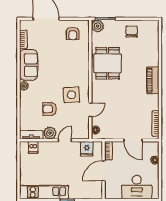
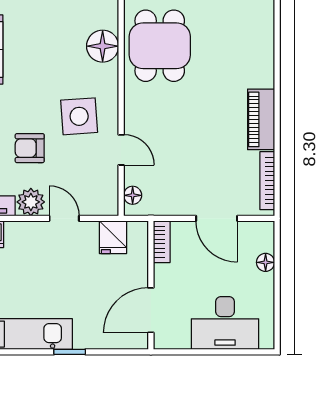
floor lamp: (82, 63) -> (103, 46), added
piano: (153, 80) -> (261, 119), moved
door: (90, 110) -> (121, 150), hinge flipped
door: (65, 140) -> (64, 218), hinge flipped
door: (104, 171) -> (151, 310), moved

